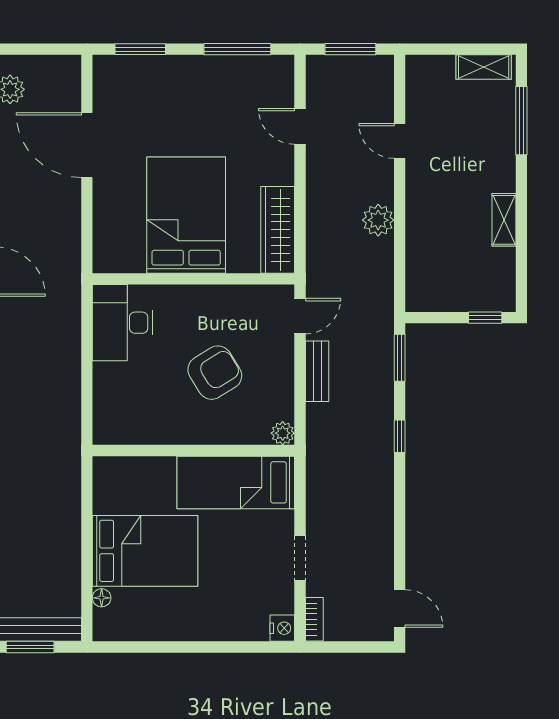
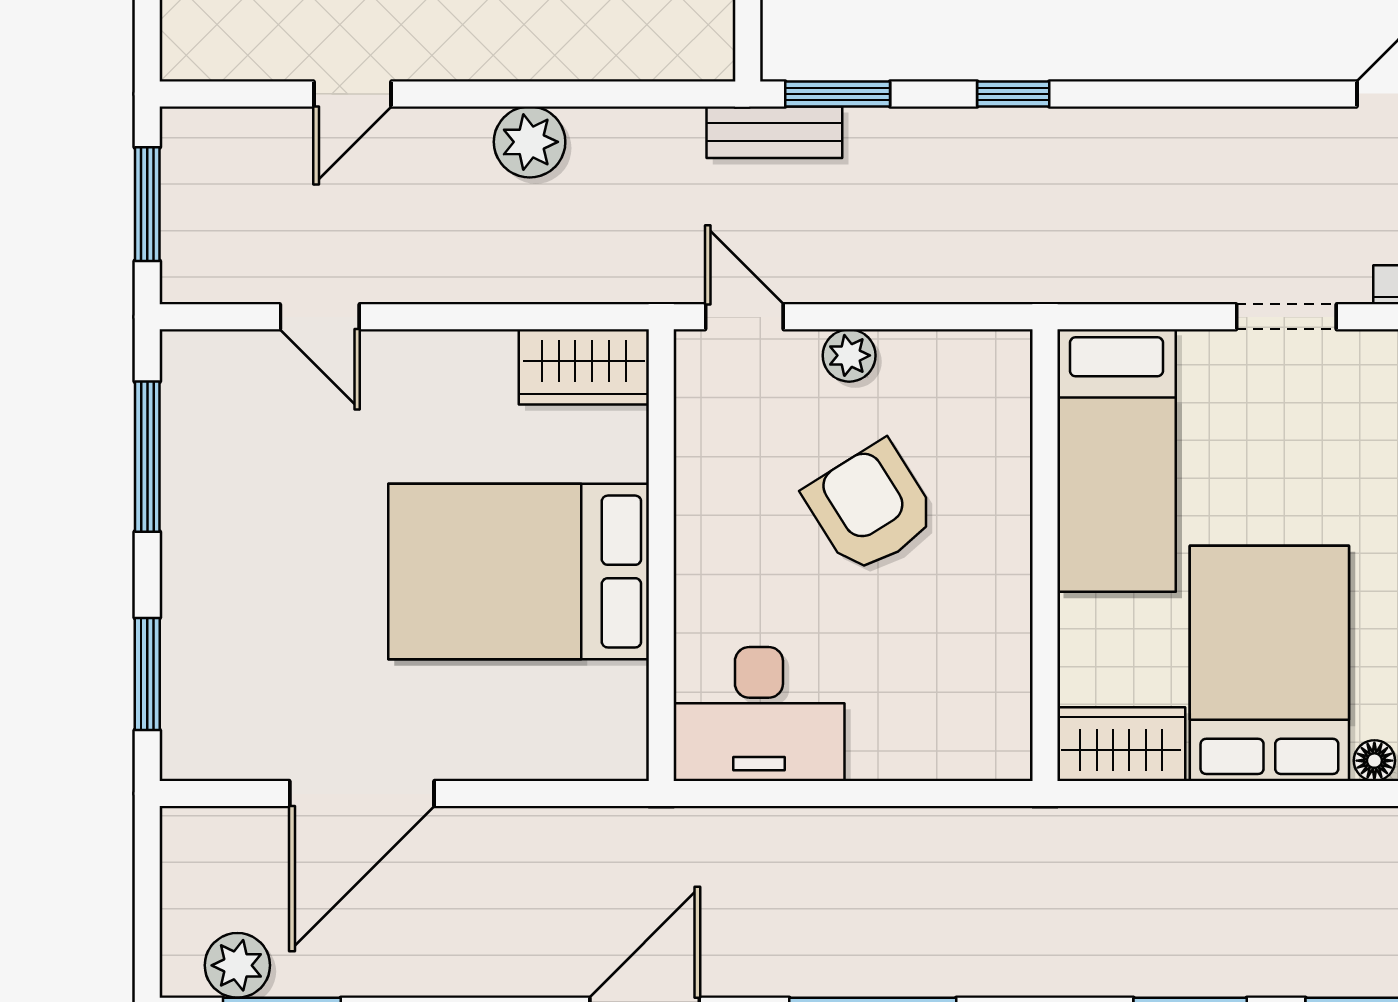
door: (300, 126) -> (320, 317), hinge flipped
wardrobe: (278, 230) -> (584, 367), width x0.67
bench: (317, 371) -> (774, 132), moved
plant: (283, 433) -> (849, 355), moved
wardrobe: (109, 485) -> (1121, 744), added

